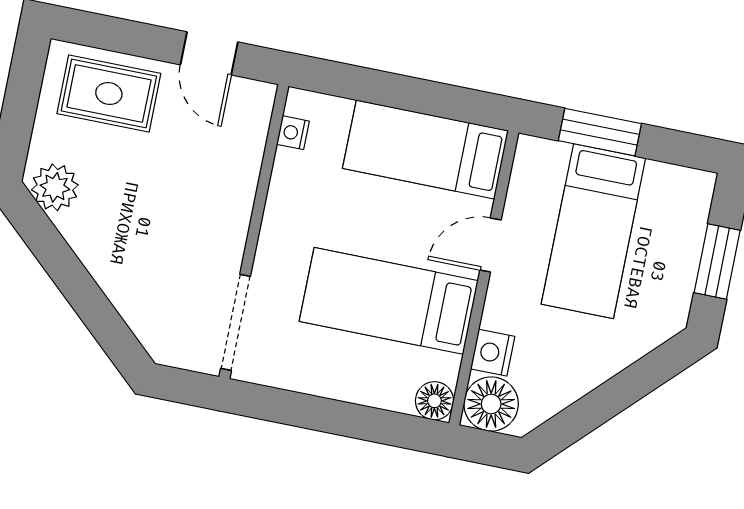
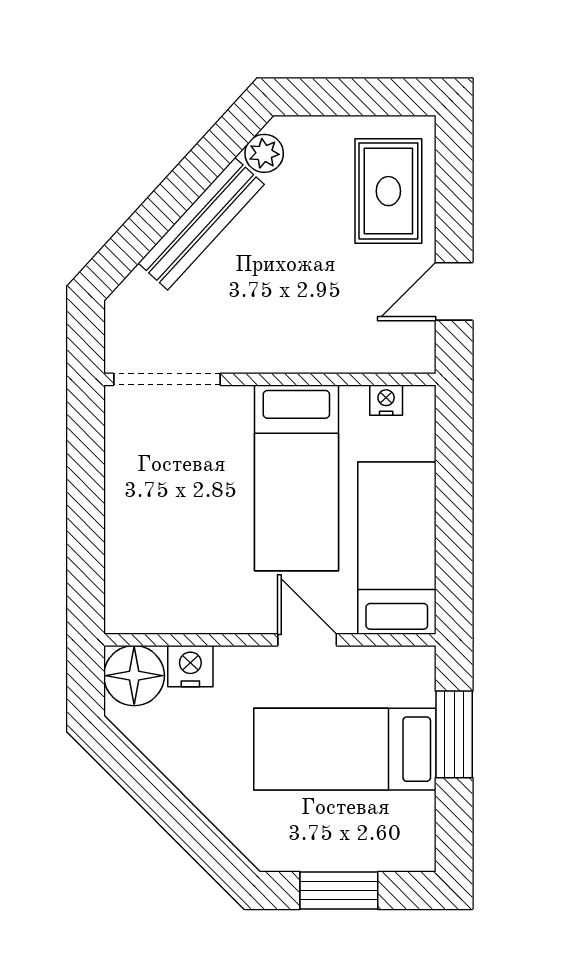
plant: (55, 187) -> (264, 153), width x0.73, depth x0.73
bench: (104, 264) -> (201, 224), added
bed: (389, 301) -> (296, 478), moved, turned 180
floor lamp: (434, 401) -> (125, 613), removed

